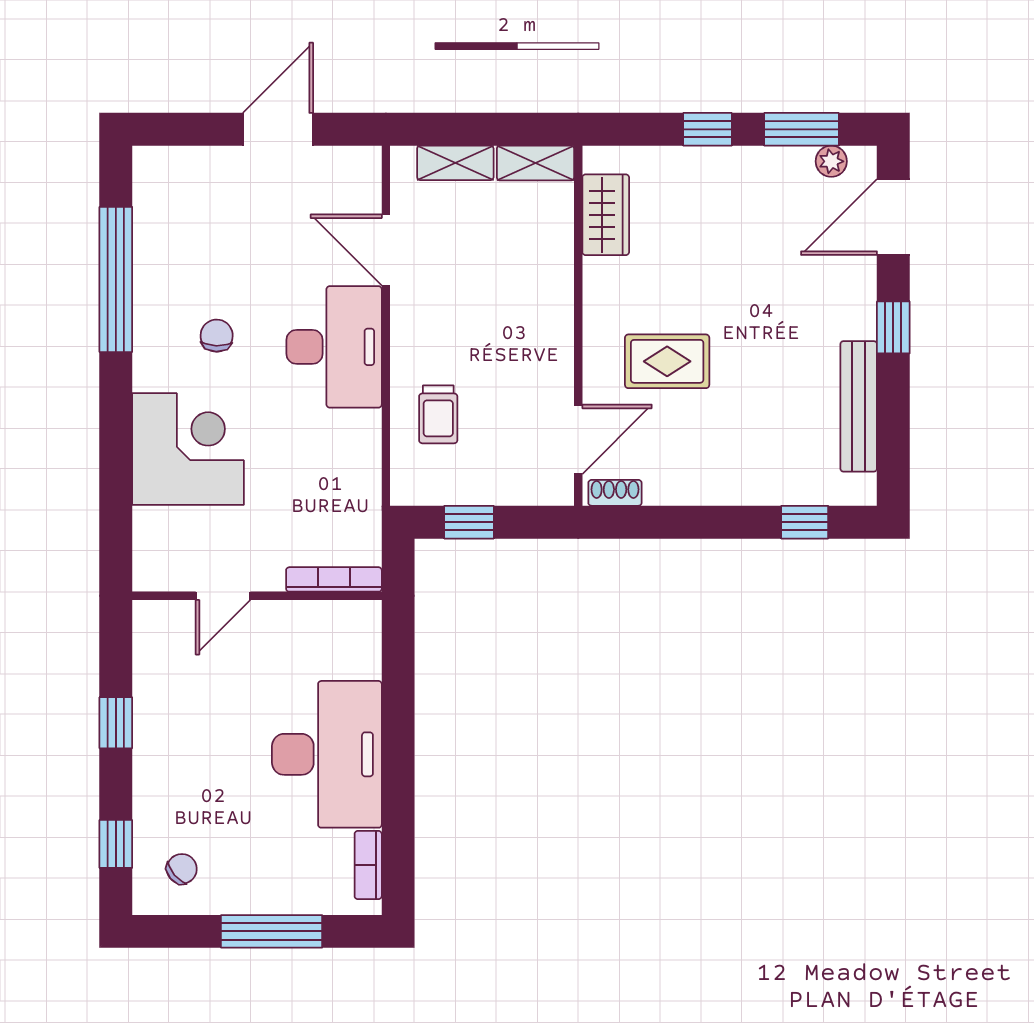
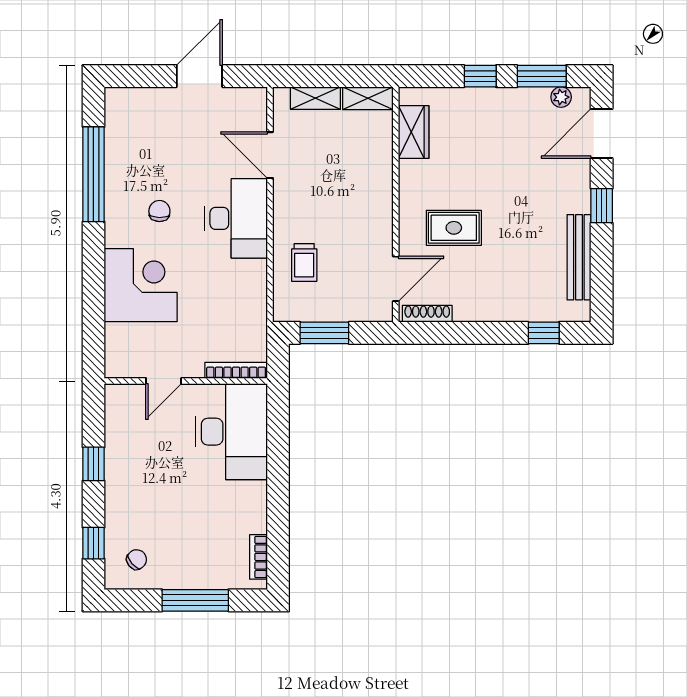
shoe rack: (615, 493) -> (427, 314), width x1.43
window: (469, 522) -> (324, 333), width x1.50
desk: (327, 754) -> (231, 432), moved

